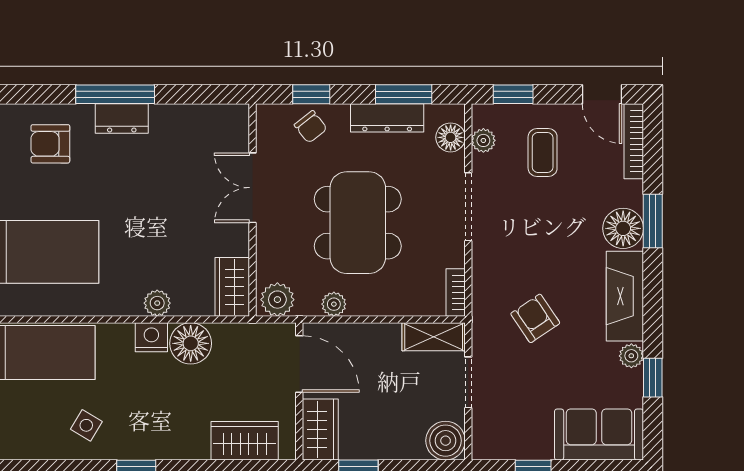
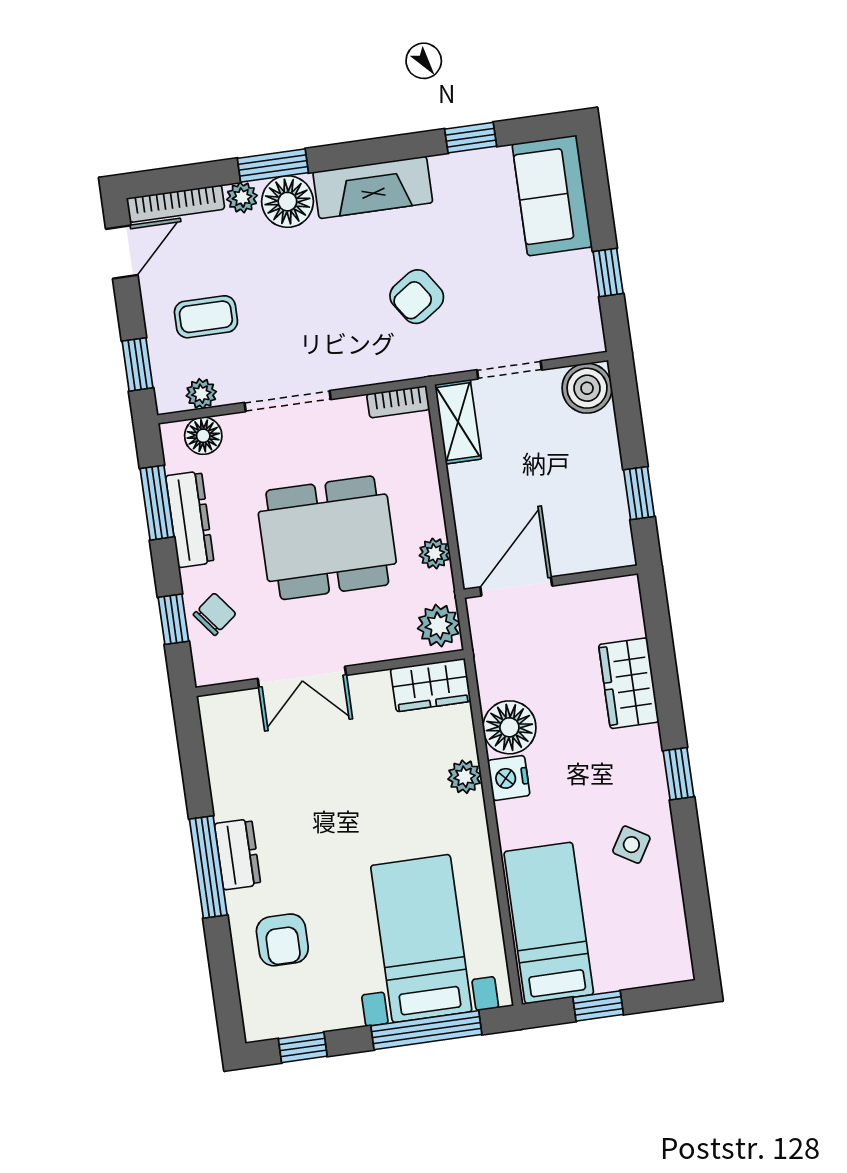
plant: (631, 356) -> (242, 197), moved
wardrobe: (320, 429) -> (595, 548), removed
wardrobe: (245, 441) -> (629, 683), moved

